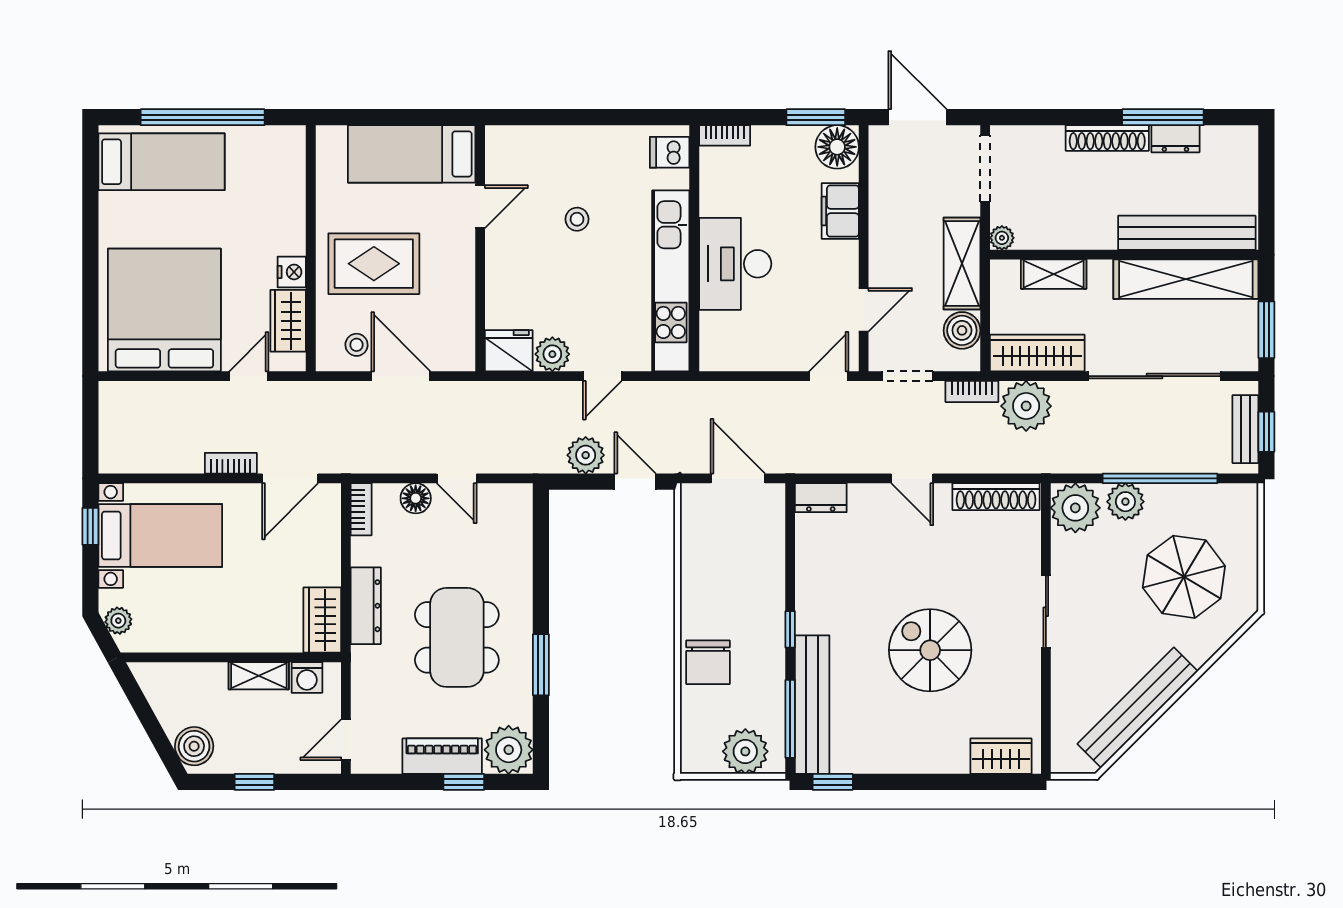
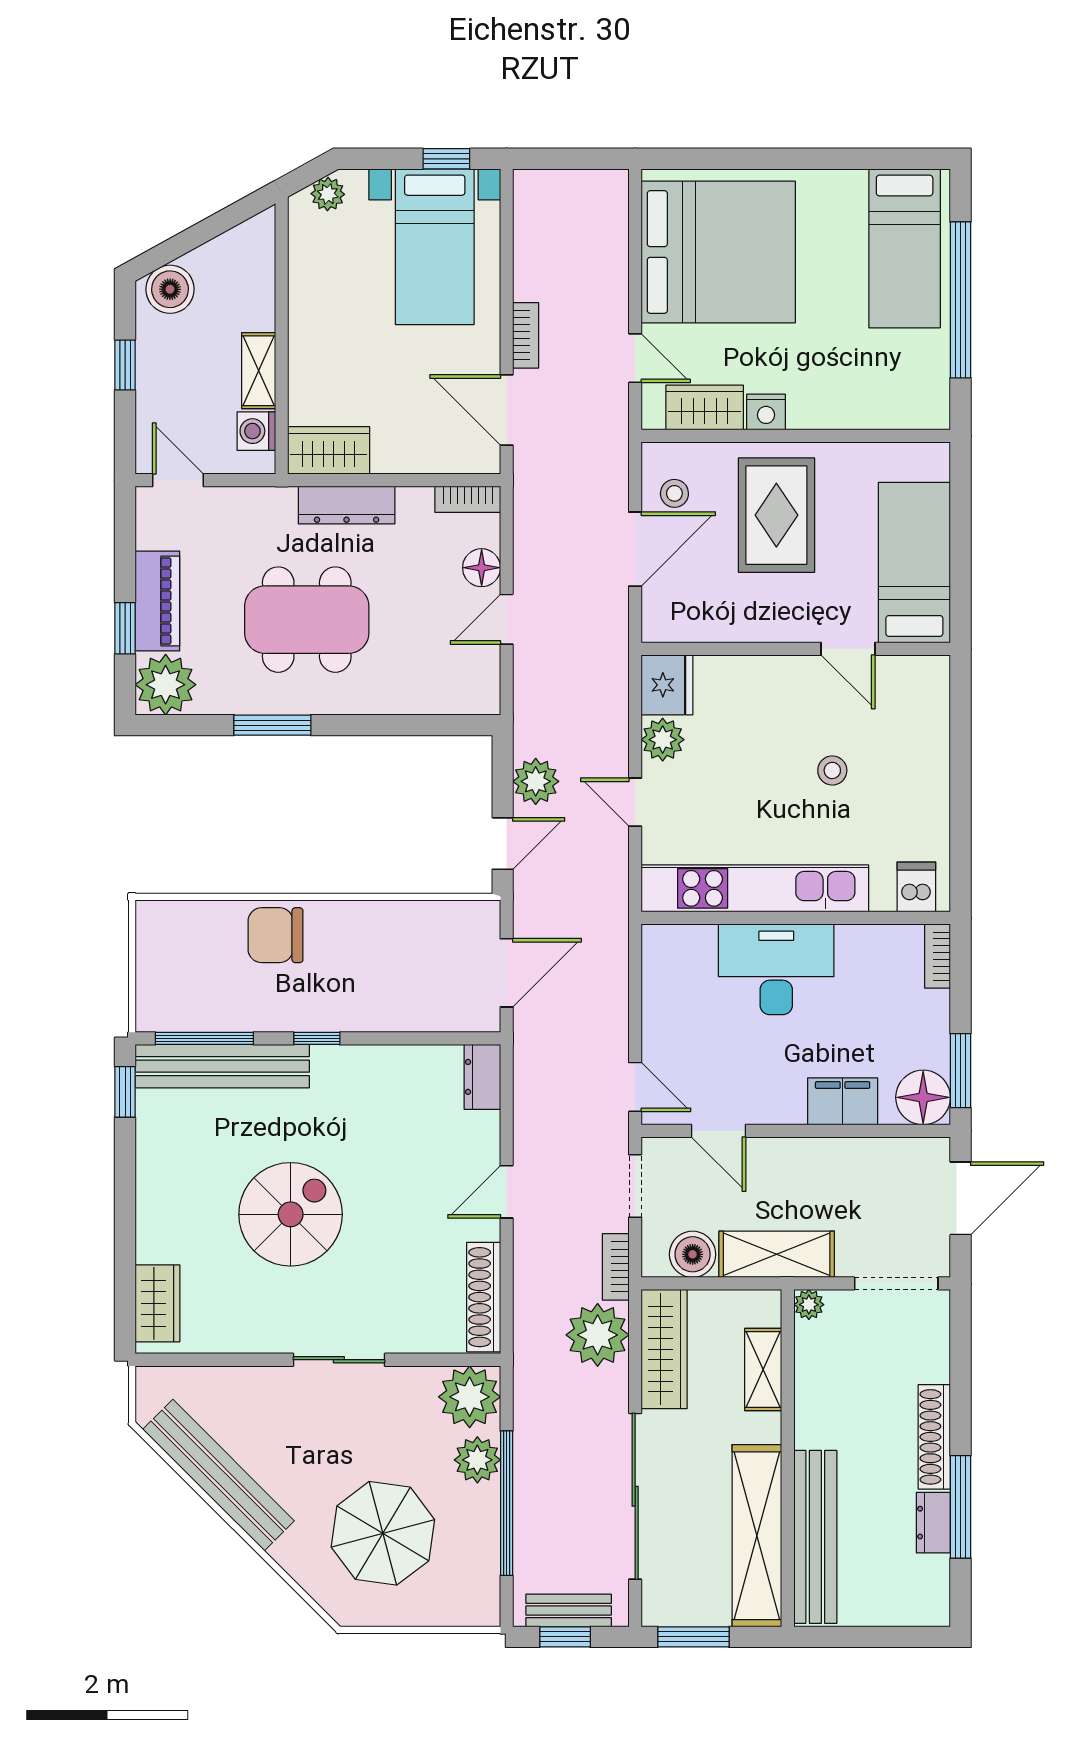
plant: (745, 751) -> (163, 982), removed

